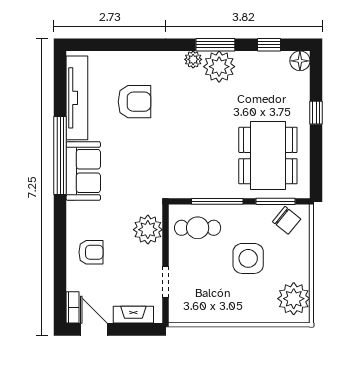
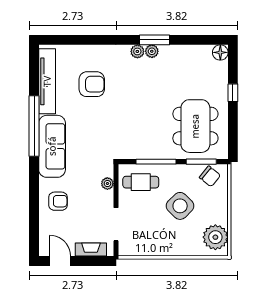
window: (269, 45) -> (196, 40), removed
plant: (219, 67) -> (152, 51), width x0.53, depth x0.53
sofa: (83, 171) -> (52, 146), width x1.36
plant: (148, 230) -> (107, 184), width x0.53, depth x0.53
side table: (248, 258) -> (180, 206), turned 45
doorway: (166, 282) -> (116, 224), width x1.38
bookcase: (73, 307) -> (44, 244), removed

